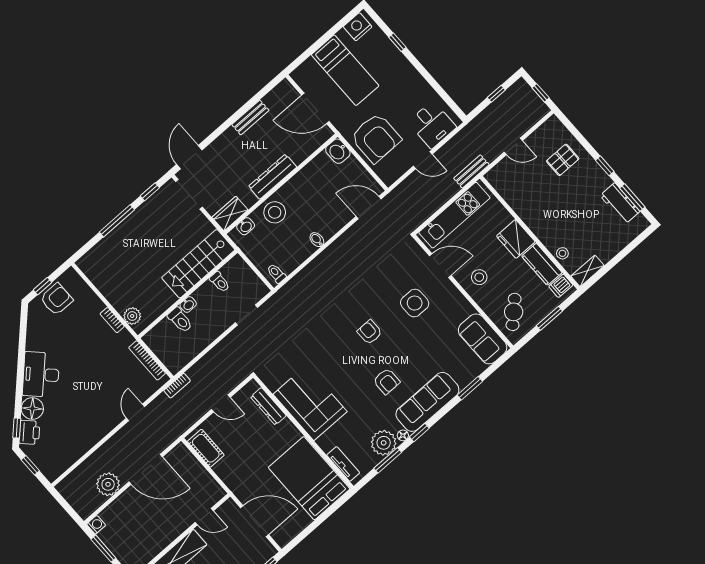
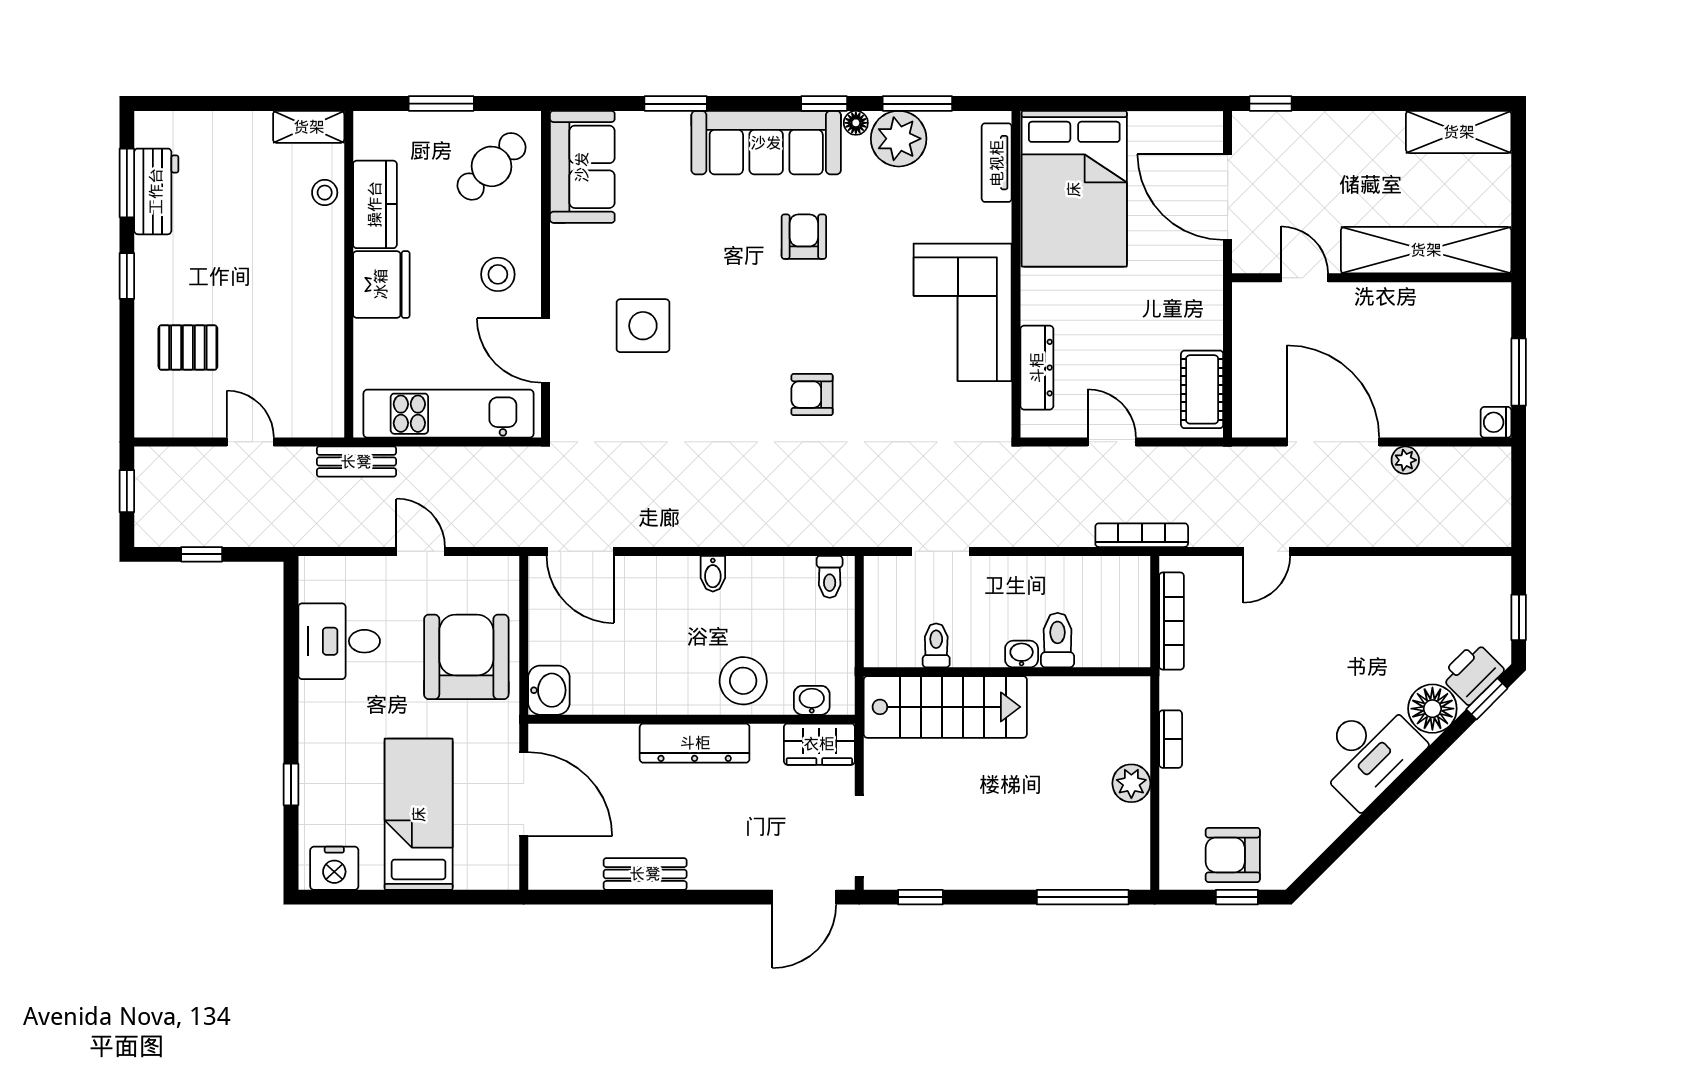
desk: (432, 125) -> (339, 641), moved, turned -90
window: (117, 221) -> (1083, 897), moved
dishwasher: (561, 286) -> (375, 141), removed
plant: (132, 316) -> (1131, 783), moved
armchair: (370, 332) -> (812, 395), moved, turned 90
bookcase: (177, 386) -> (1142, 535), width x1.56
plant: (108, 484) -> (1405, 460), width x0.53, depth x0.53

